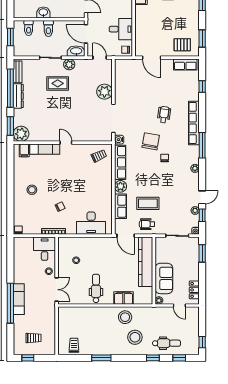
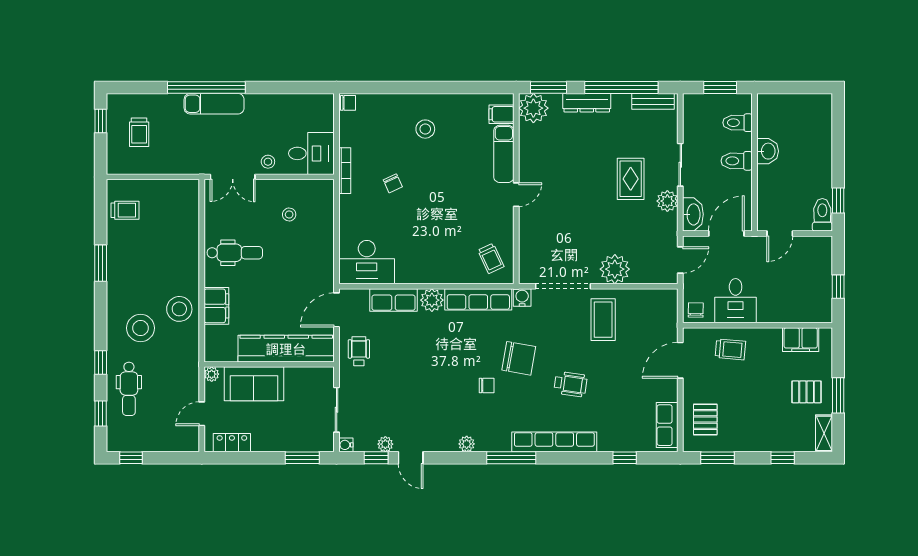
trolley: (146, 32) -> (730, 349), added
dresser: (18, 96) -> (587, 103), moved
coffee table: (148, 203) -> (603, 320), moved
desk: (91, 223) -> (367, 262), moved, turned -90

